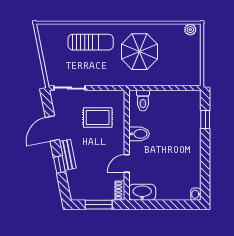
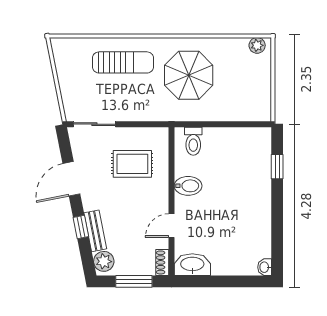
bench: (68, 155) -> (95, 231), moved
plant: (76, 190) -> (104, 261), added

